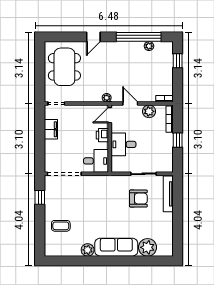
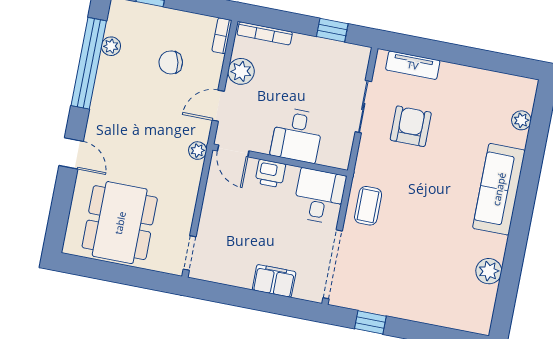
dining table: (64, 67) -> (120, 223), turned 90
chair: (147, 76) -> (171, 62), added
filing cabinet: (51, 129) -> (274, 281), moved
window: (178, 140) -> (332, 30), moved
tv unit: (168, 194) -> (413, 65), width x0.71
coffee table: (61, 226) -> (368, 206), moved
plant: (148, 247) -> (521, 120), width x0.53, depth x0.53
plant: (88, 250) -> (489, 271), moved

